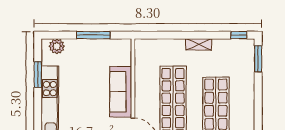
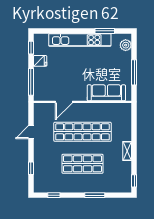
window: (258, 59) -> (95, 195), moved
sofa: (121, 92) -> (106, 93), moved

